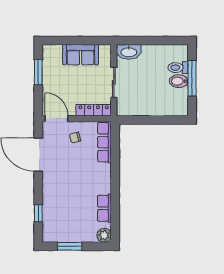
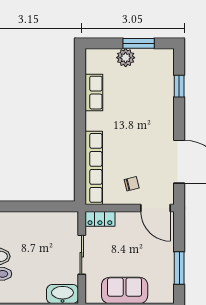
locker: (94, 110) -> (100, 219), width x0.66
row of seats: (104, 142) -> (94, 168), width x1.36
plant: (104, 235) -> (126, 58), moved

